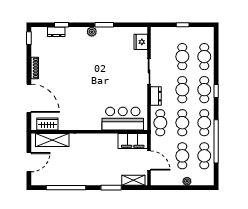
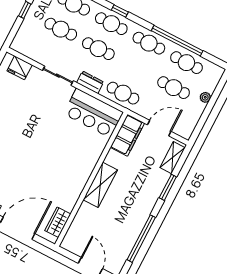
bar counter: (123, 119) -> (93, 113), moved, turned -90
cafe table: (182, 123) -> (136, 68), removed
shelving: (52, 140) -> (100, 185), moved

